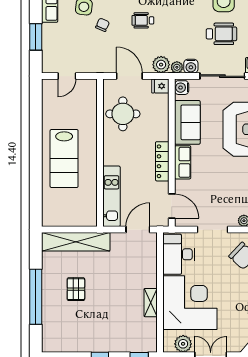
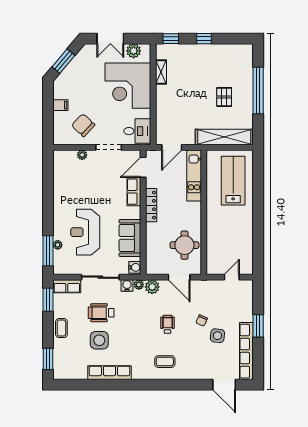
wheelchair: (143, 20) -> (168, 324), turned -90
window: (36, 37) -> (258, 326), moved
fridge: (160, 86) -> (153, 269), removed
lab bench: (64, 159) -> (233, 181), moved
row of seats: (183, 162) -> (134, 192), moved
door: (172, 206) -> (143, 167), hinge flipped
desk: (179, 254) -> (137, 131), width x0.73
shelving: (151, 303) -> (161, 72), moved

